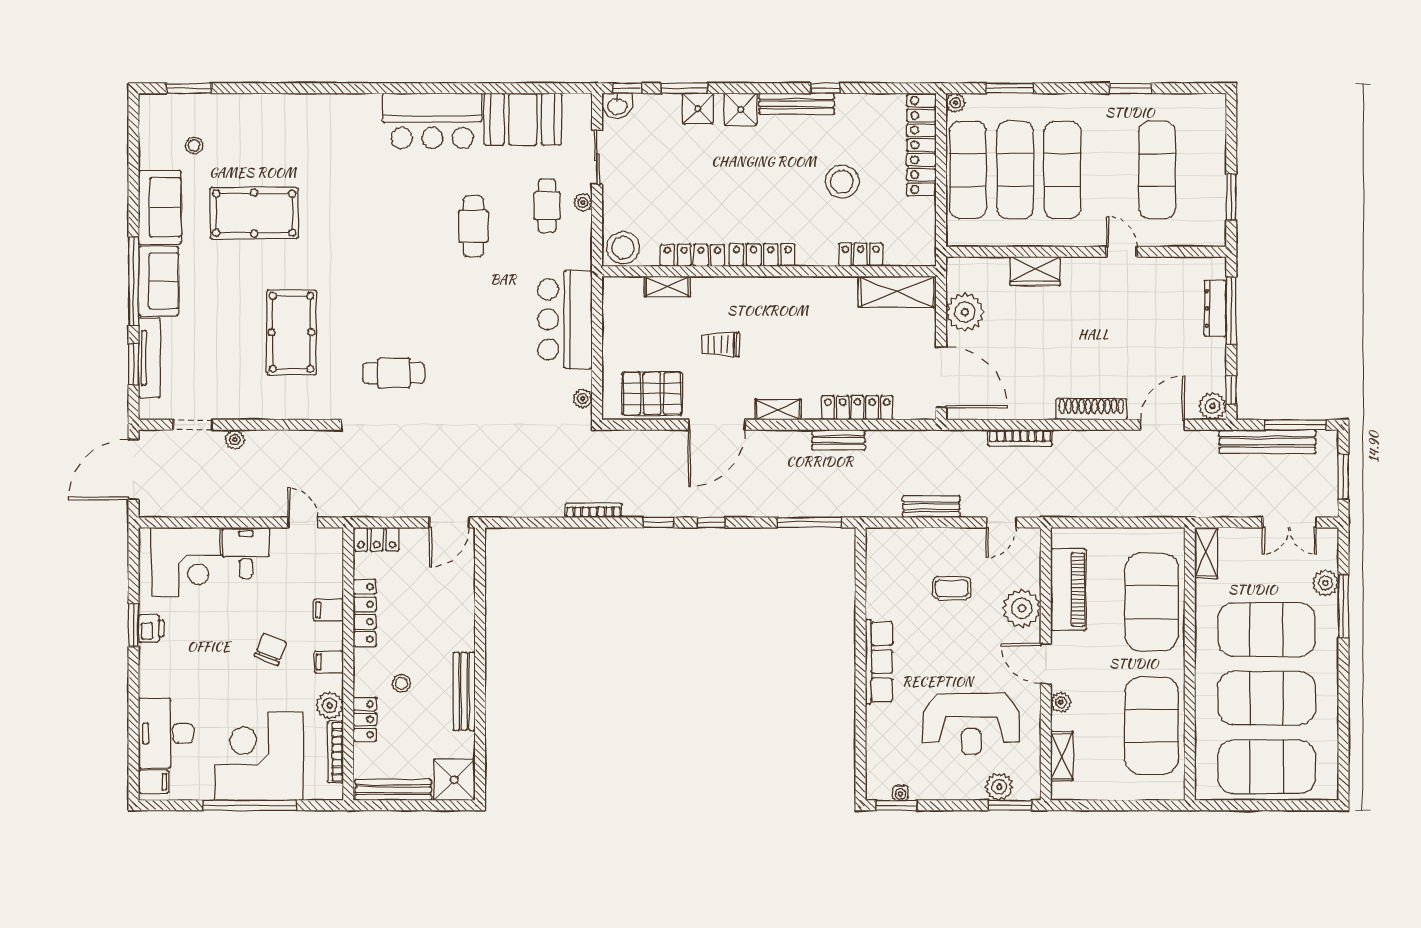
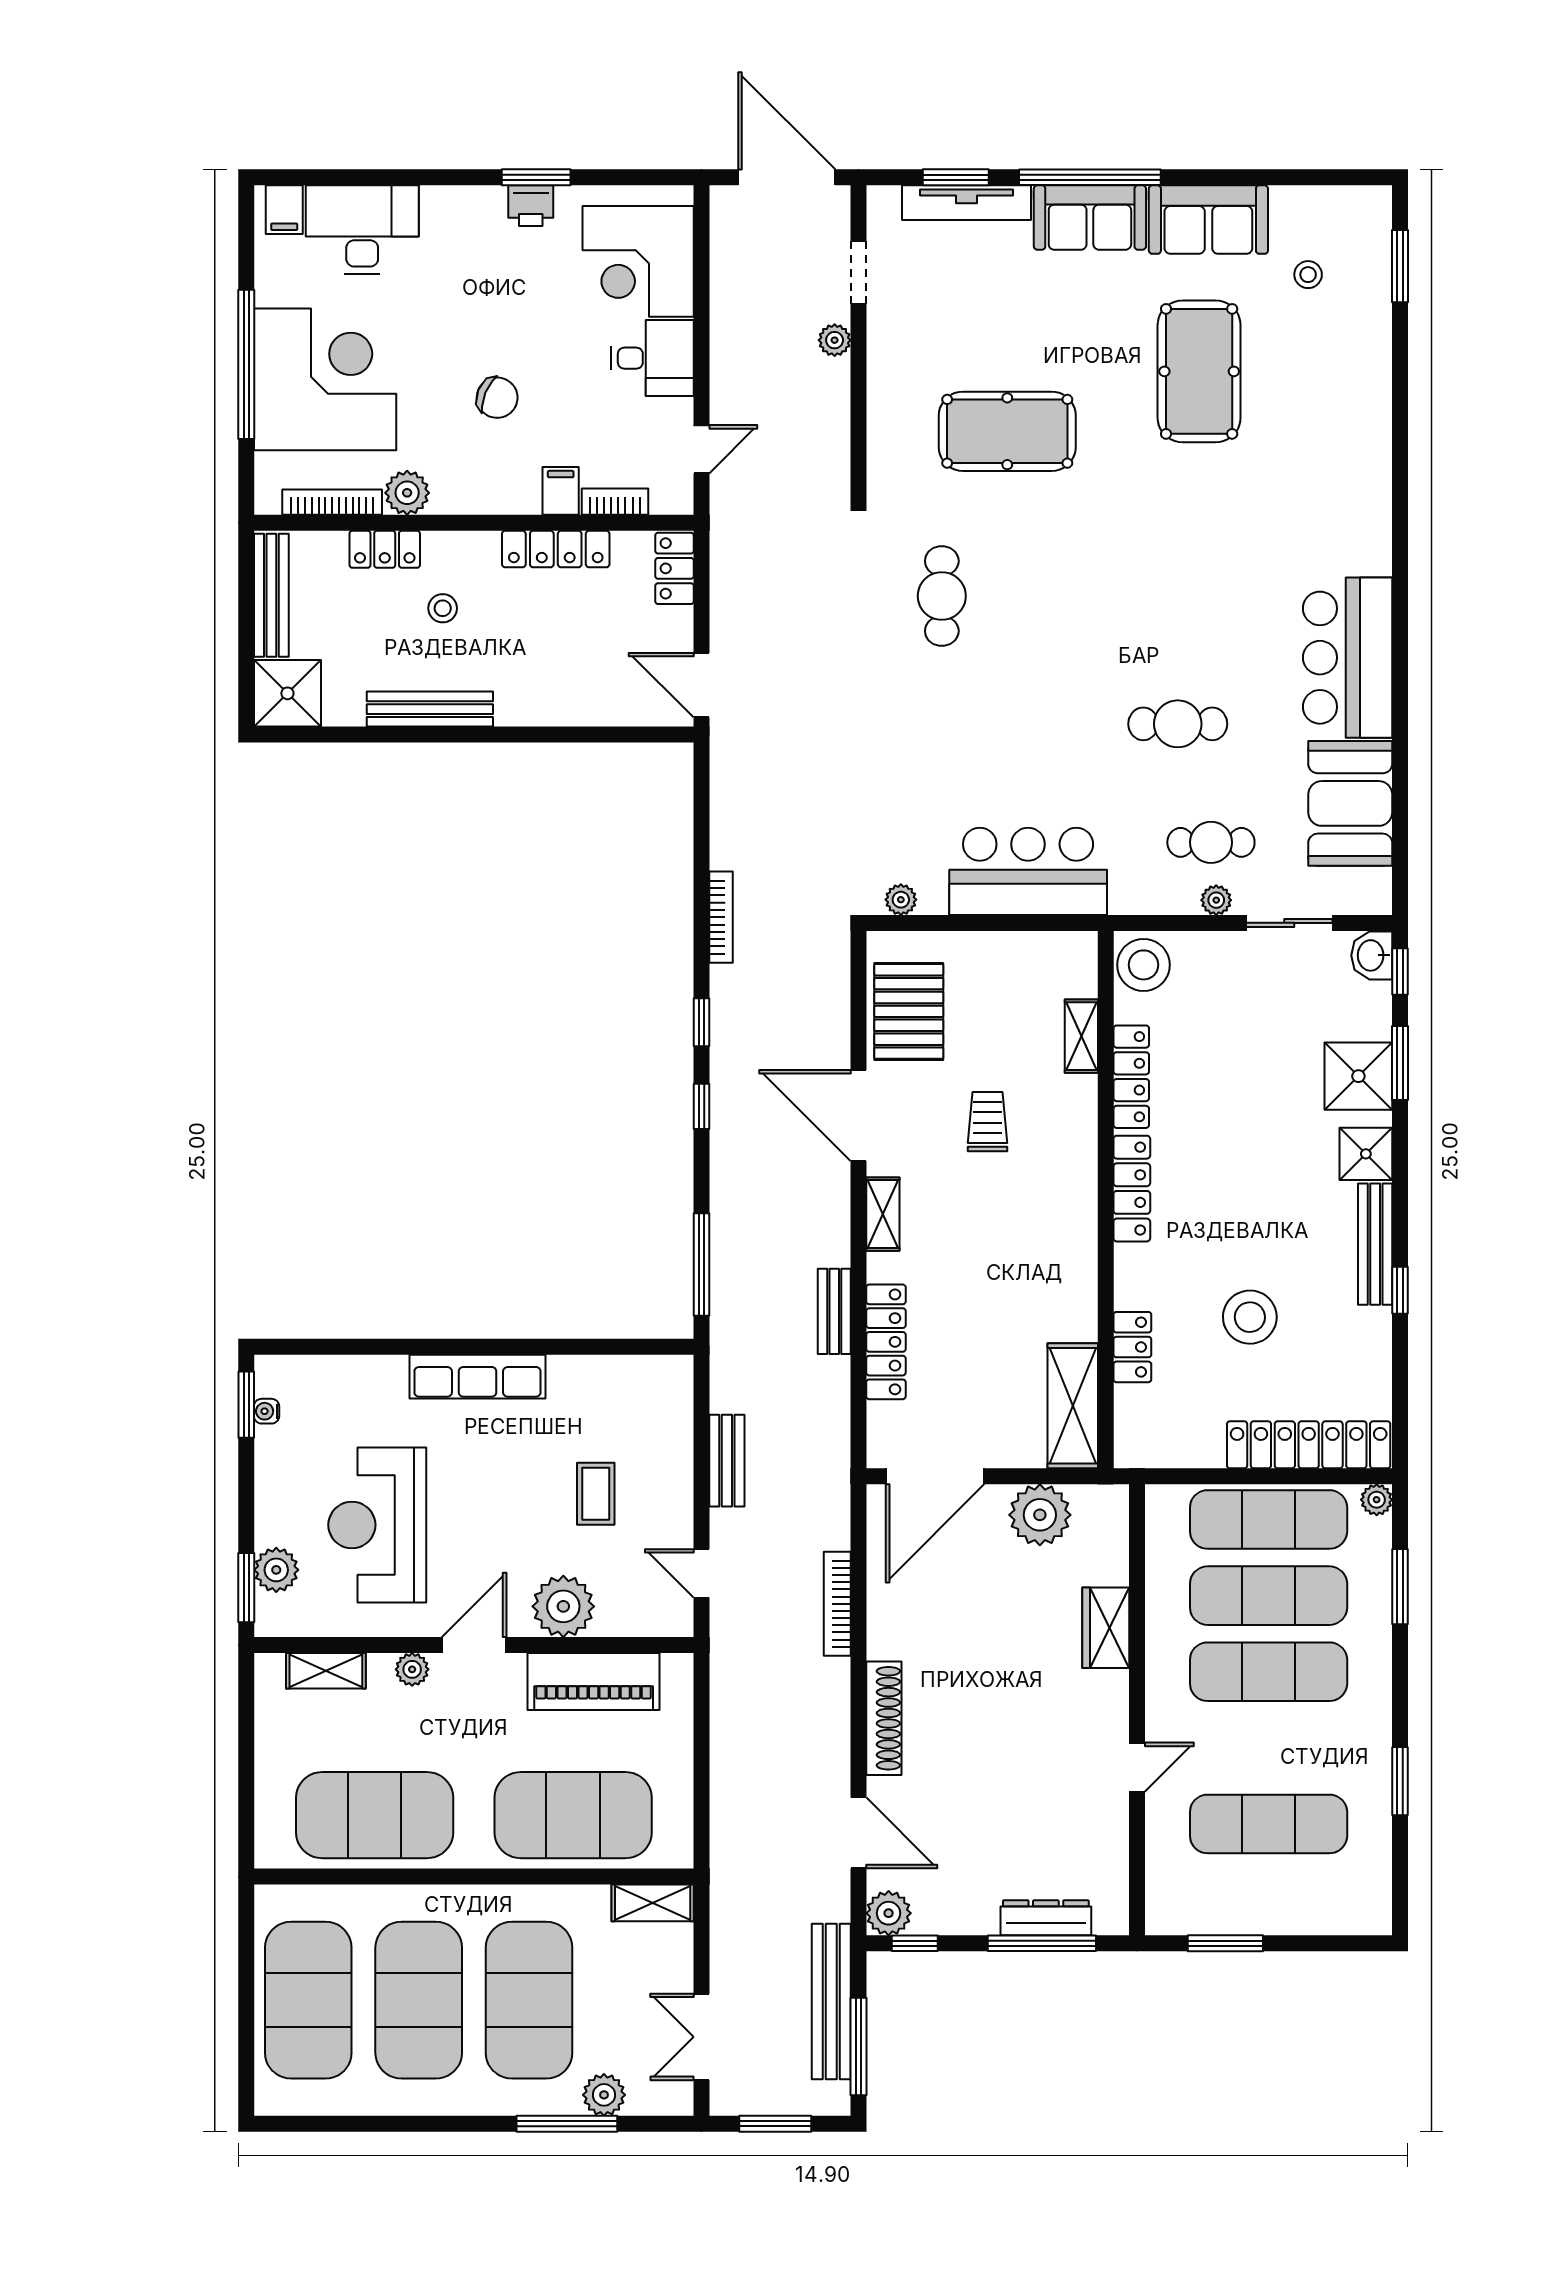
shower: (698, 108) -> (1358, 1076), width x1.36, depth x1.36
bookcase: (335, 576) -> (615, 502), added
filing cabinet: (329, 662) -> (477, 491), removed

